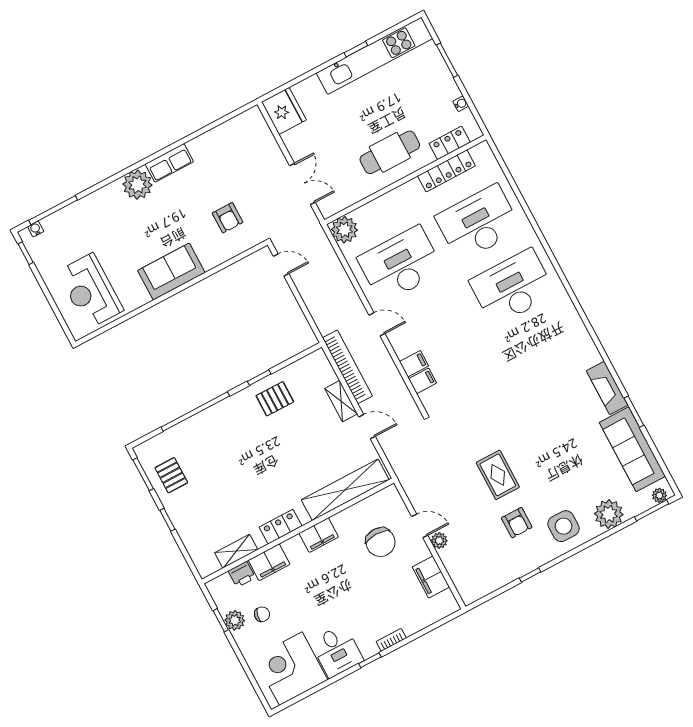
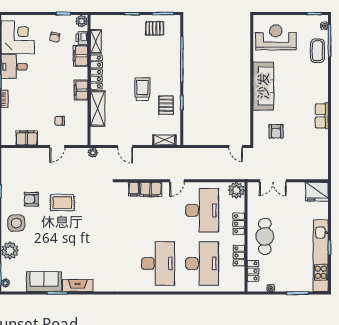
locker: (446, 171) -> (239, 256), width x0.66
plant: (137, 185) -> (319, 93), removed
locker: (391, 200) -> (239, 224), added
armchair: (228, 218) -> (276, 131), turned -90
coffee table: (77, 220) -> (318, 51), added
door: (281, 265) -> (236, 146), hinge flipped
sofa: (171, 272) -> (263, 86), width x1.36
filing cabinet: (414, 364) -> (151, 189), width x2.00
bookcase: (347, 367) -> (162, 153), removed
shelving: (341, 401) -> (164, 140), moved
door: (367, 427) -> (125, 146), hinge flipped
trolley: (270, 446) -> (142, 89), added
sofa: (632, 449) -> (44, 282), width x0.73
shelving: (345, 490) -> (98, 109), width x0.68
locker: (281, 527) -> (96, 72), width x1.53
plant: (439, 540) -> (93, 153), moved
chair: (380, 542) -> (60, 121), width x0.54, depth x0.54
plant: (235, 620) -> (82, 21), moved

